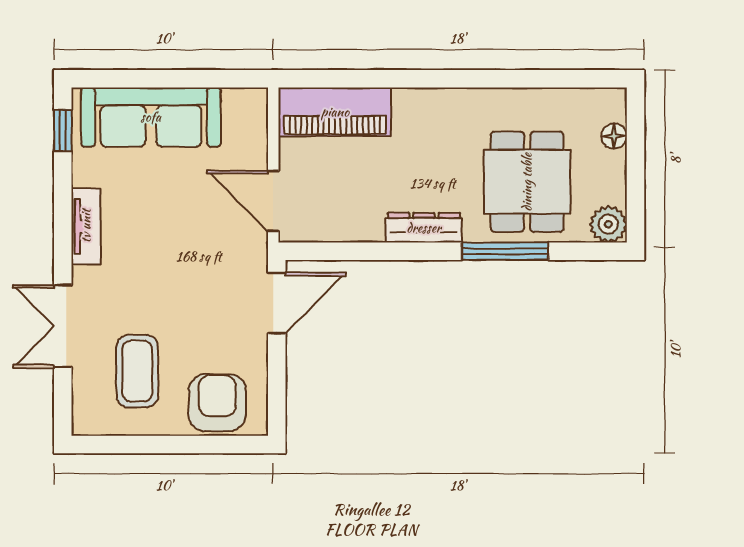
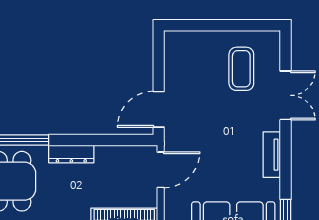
door: (273, 201) -> (161, 170), hinge flipped
armchair: (217, 403) -> (194, 50), removed

